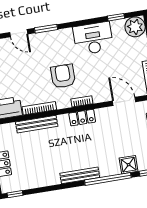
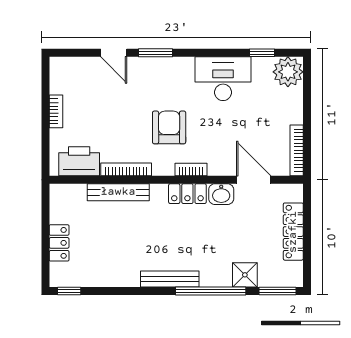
washbasin: (104, 114) -> (221, 194), added

